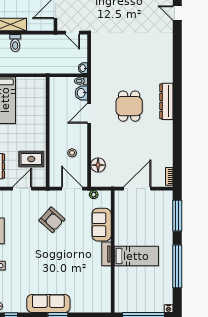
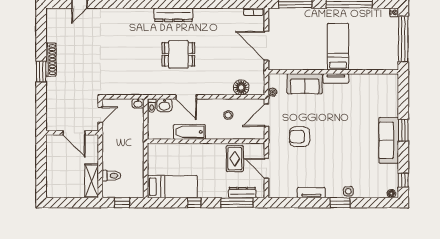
bathtub: (56, 116) -> (189, 132), added
armchair: (52, 220) -> (300, 137), turned -132

